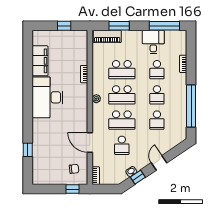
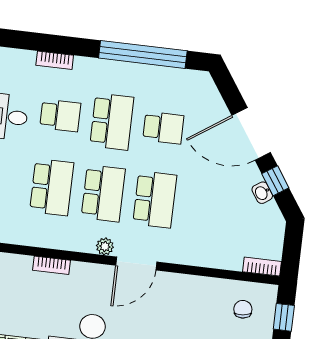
school desk: (157, 95) -> (112, 122), width x1.85
door: (90, 143) -> (136, 264), moved
school desk: (122, 145) -> (206, 206), removed
door: (159, 163) -> (251, 134), width x1.87

